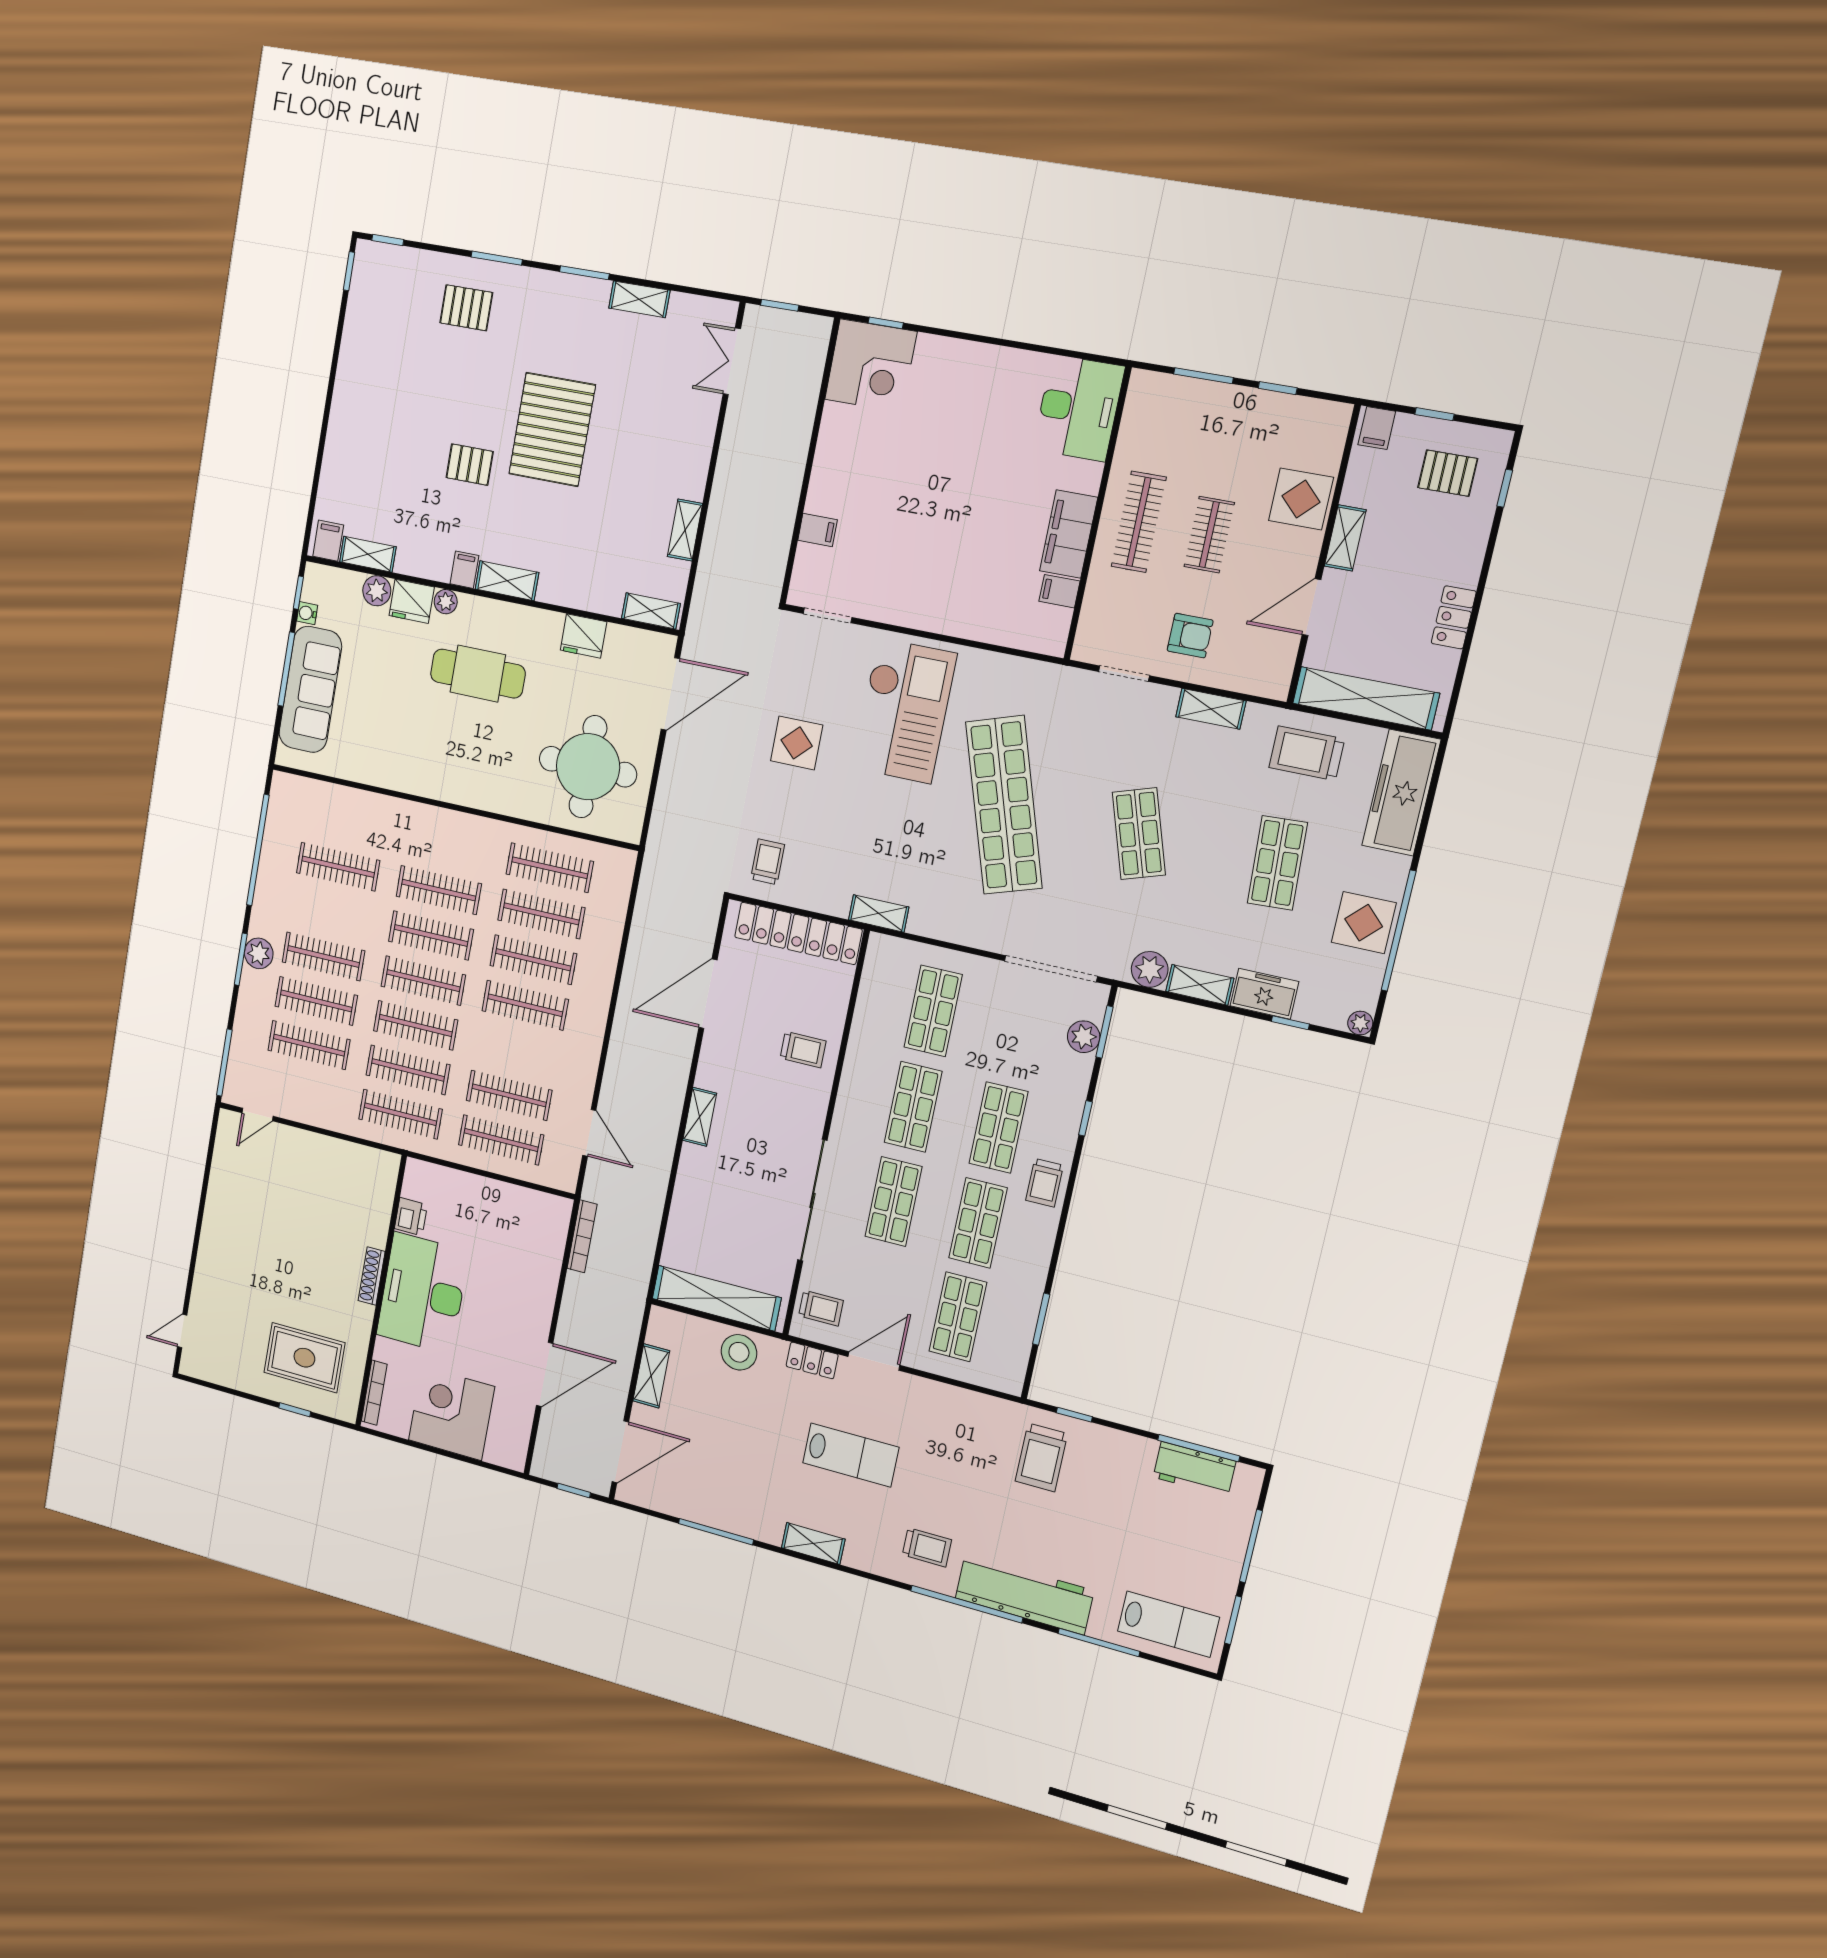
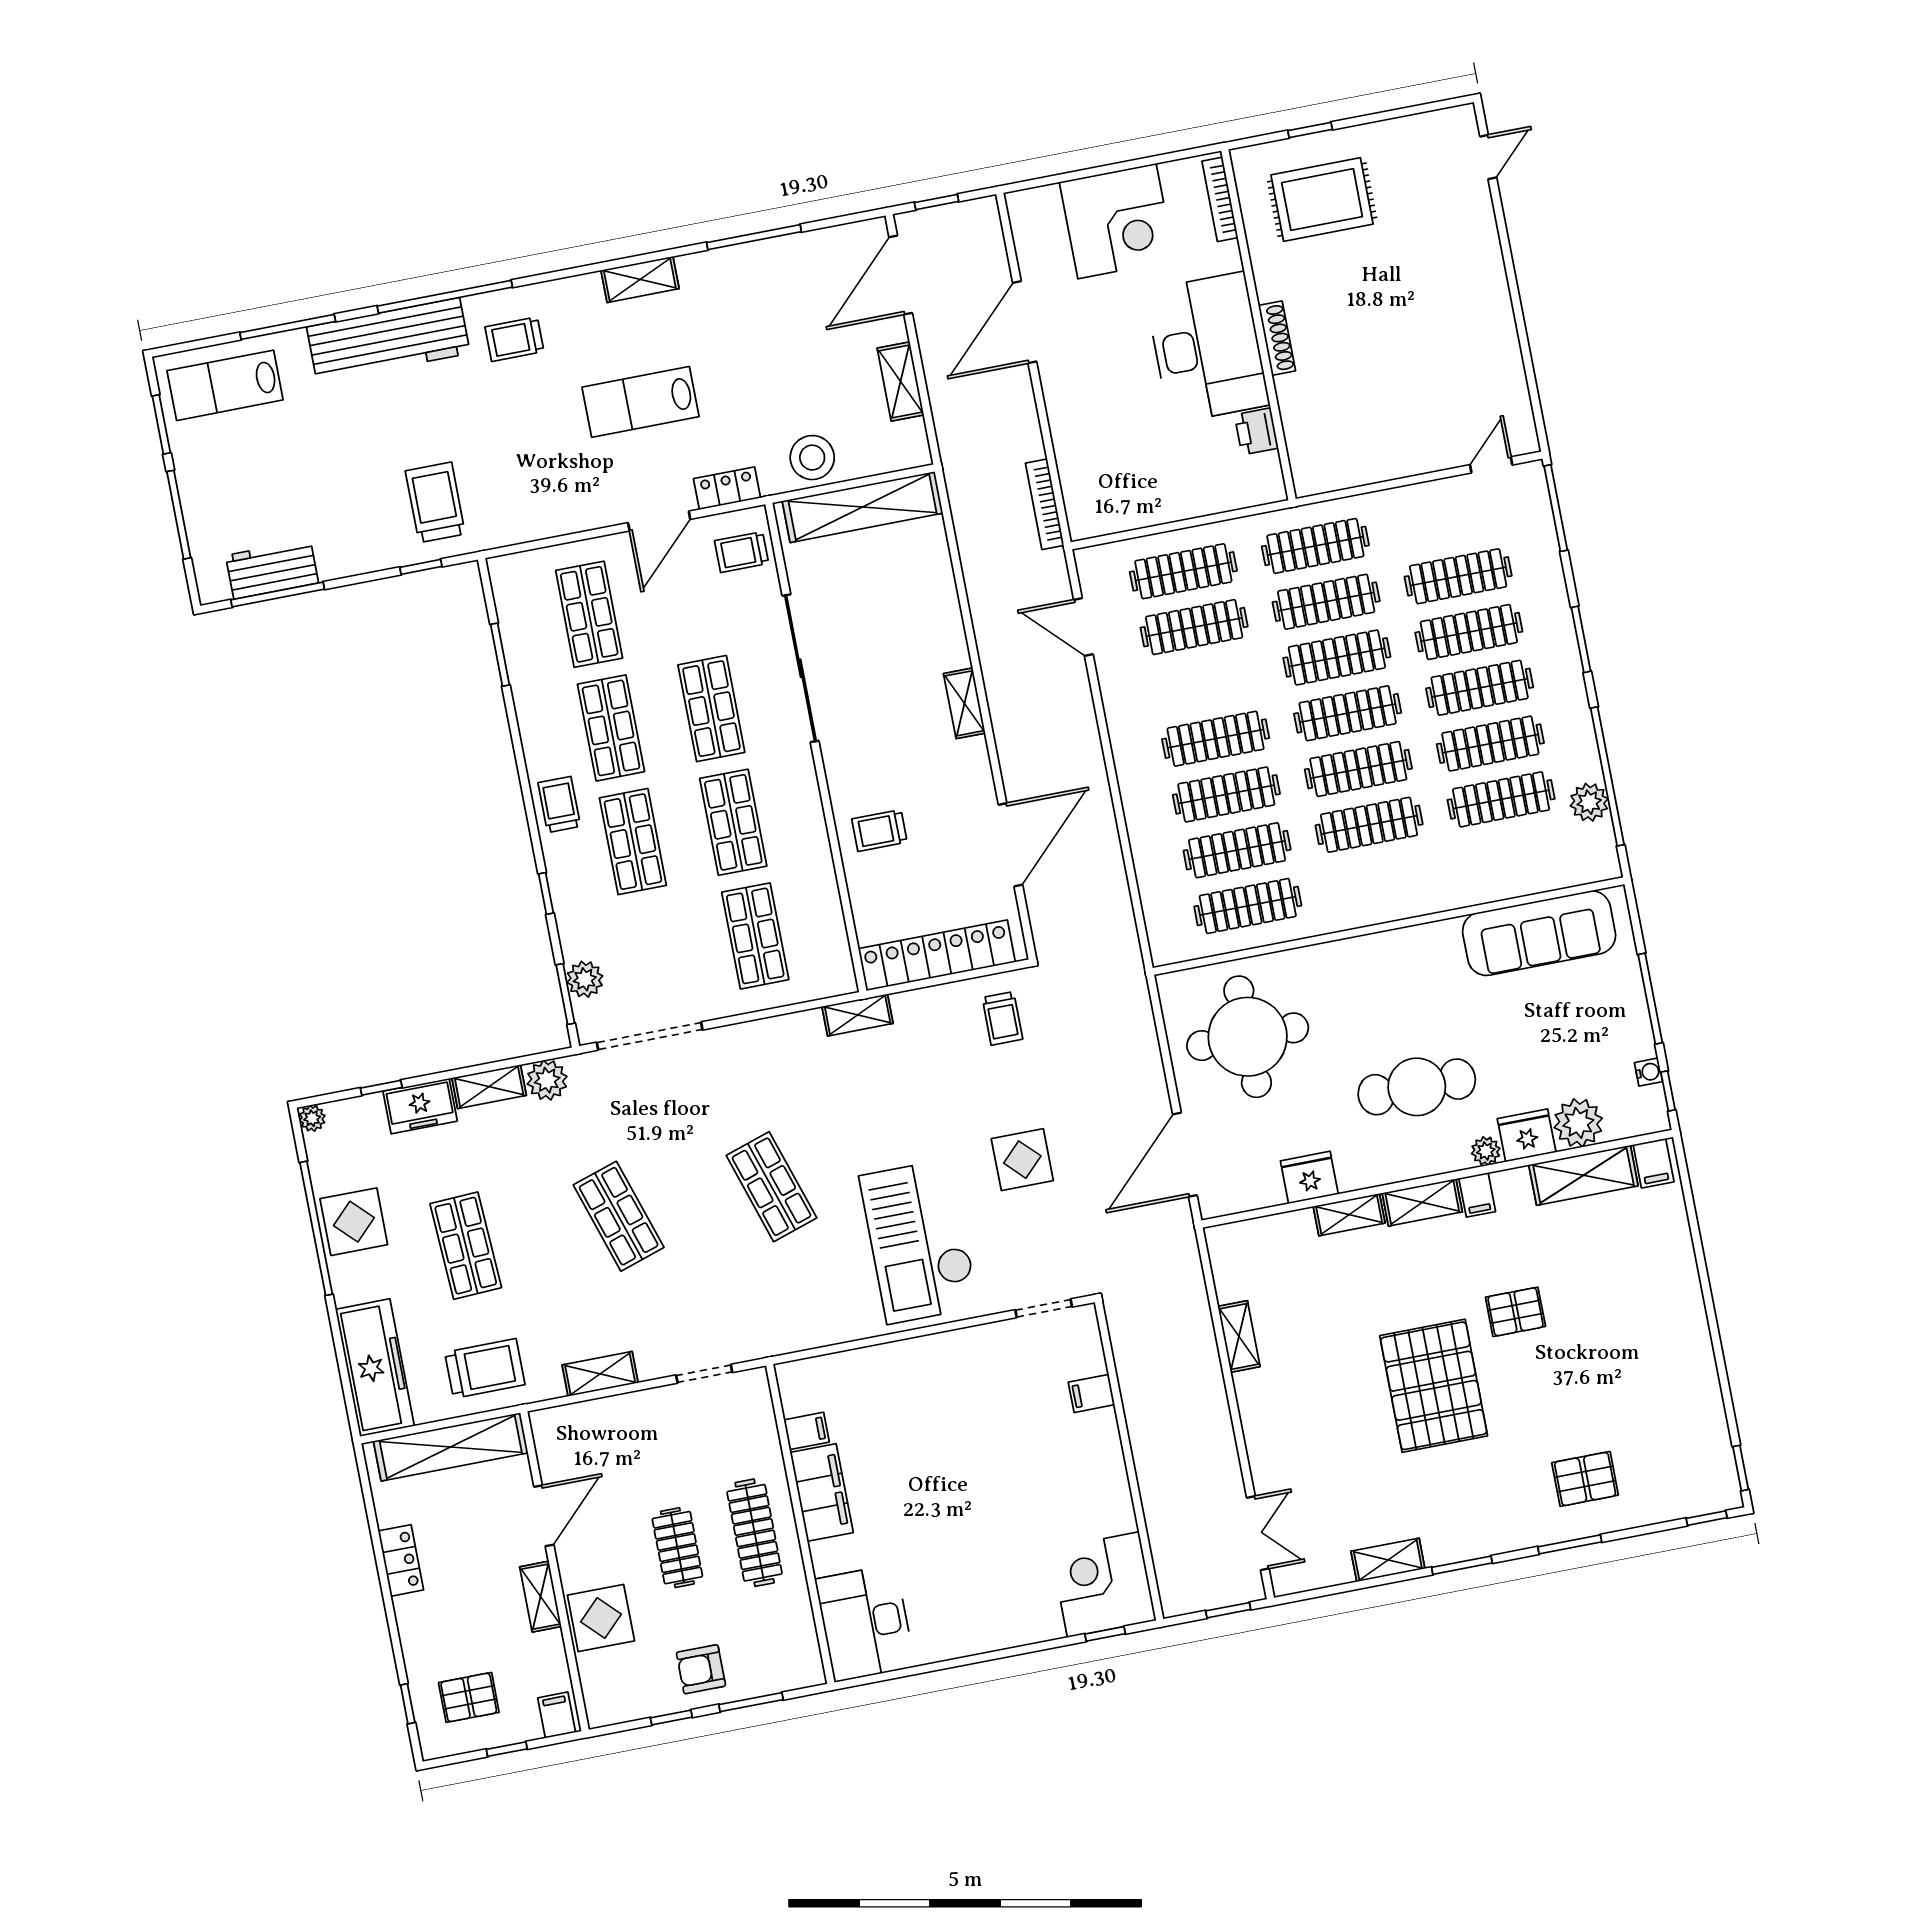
shelving: (368, 554) -> (1583, 1175), width x1.50, depth x1.33
plant: (377, 591) -> (1578, 1123), width x1.36, depth x1.36
shelving: (651, 611) -> (1349, 1215), moved
armchair: (1190, 636) -> (701, 1669), moved
sofa: (310, 689) -> (1539, 933), moved, turned -90
shop shelf: (1004, 805) -> (771, 1187), width x0.50, depth x0.74
clothes rail: (331, 912) -> (1490, 744), added
plant: (259, 953) -> (1589, 802), moved

